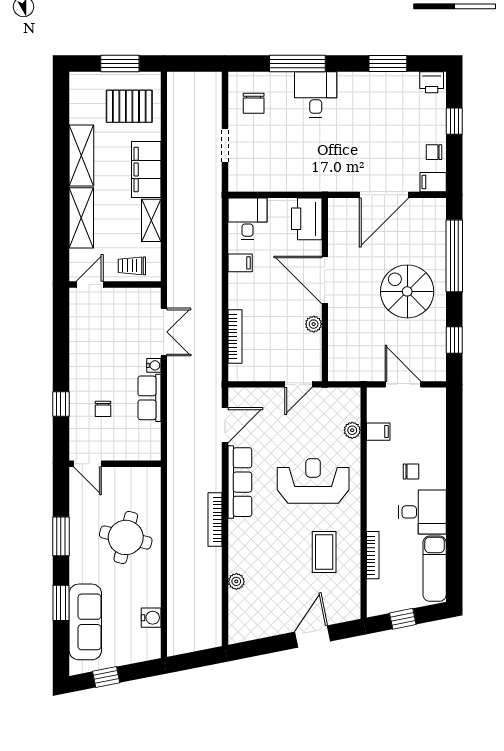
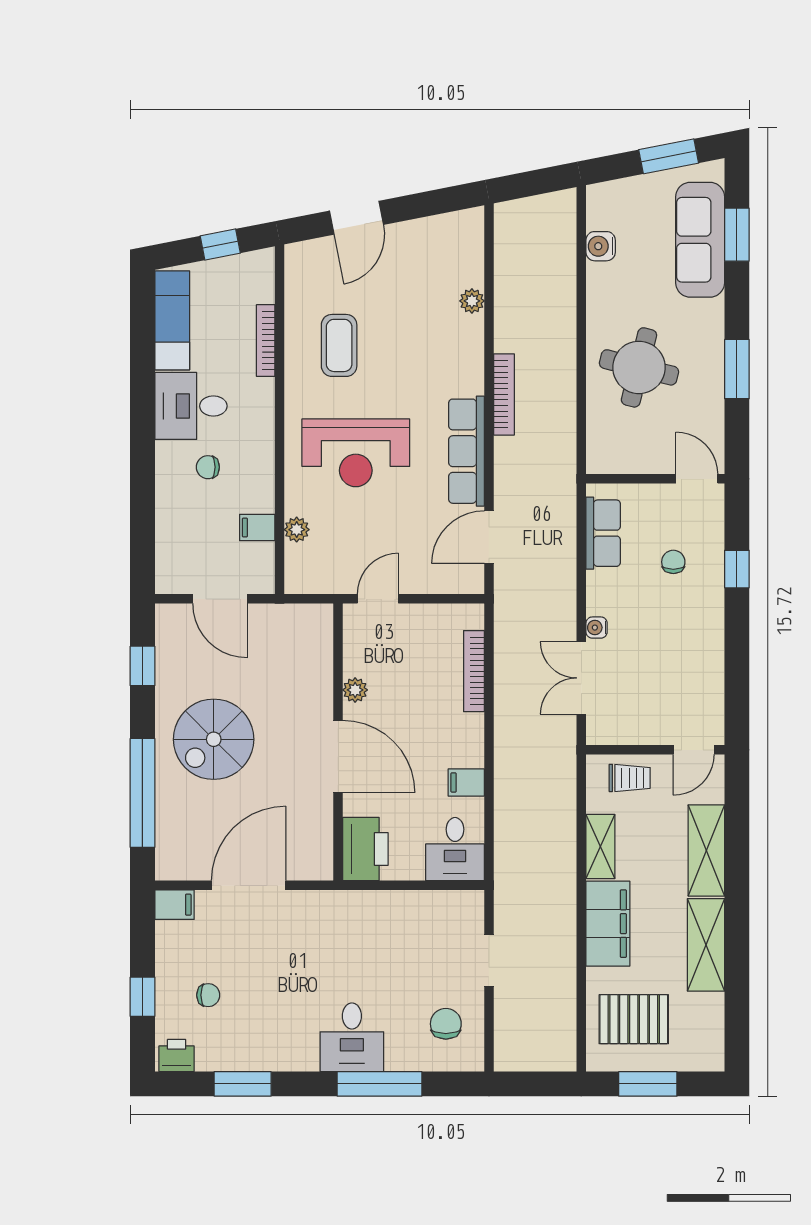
chair: (434, 152) -> (208, 995), moved
spiral stairs: (407, 291) -> (214, 739), turned 90
row of seats: (149, 398) -> (603, 533), moved
window: (61, 603) -> (737, 235), moved
window: (106, 677) -> (669, 156), width x1.50

